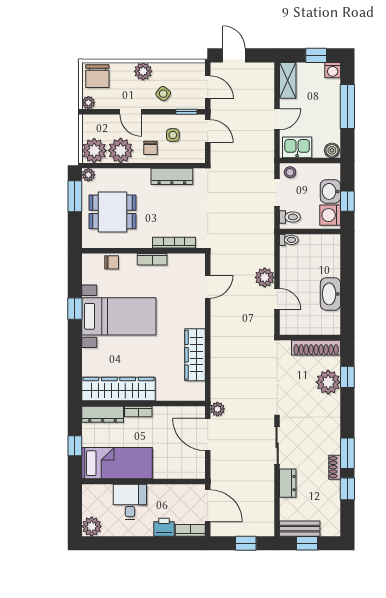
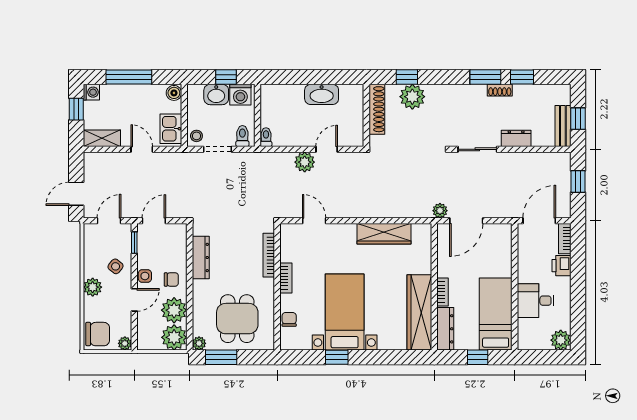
side table: (173, 135) -> (145, 276), moved

